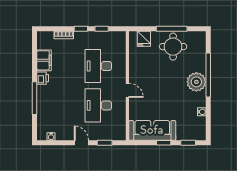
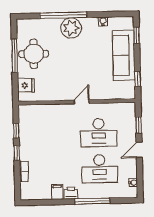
filing cabinet: (44, 60) -> (57, 192), width x0.50
desk: (98, 66) -> (100, 169), moved
sofa: (152, 130) -> (124, 55), moved
window: (164, 143) -> (138, 79), moved

